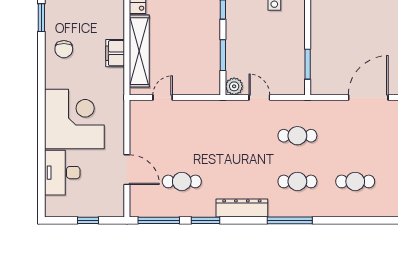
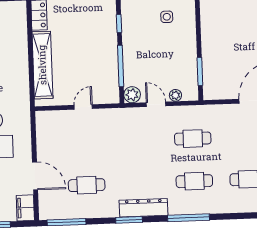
filing cabinet: (115, 53) -> (25, 208), moved
window: (223, 55) -> (121, 66), width x1.44
plant: (281, 89) -> (175, 95), added
door: (163, 98) -> (83, 107), moved
window: (206, 220) -> (129, 220), moved

